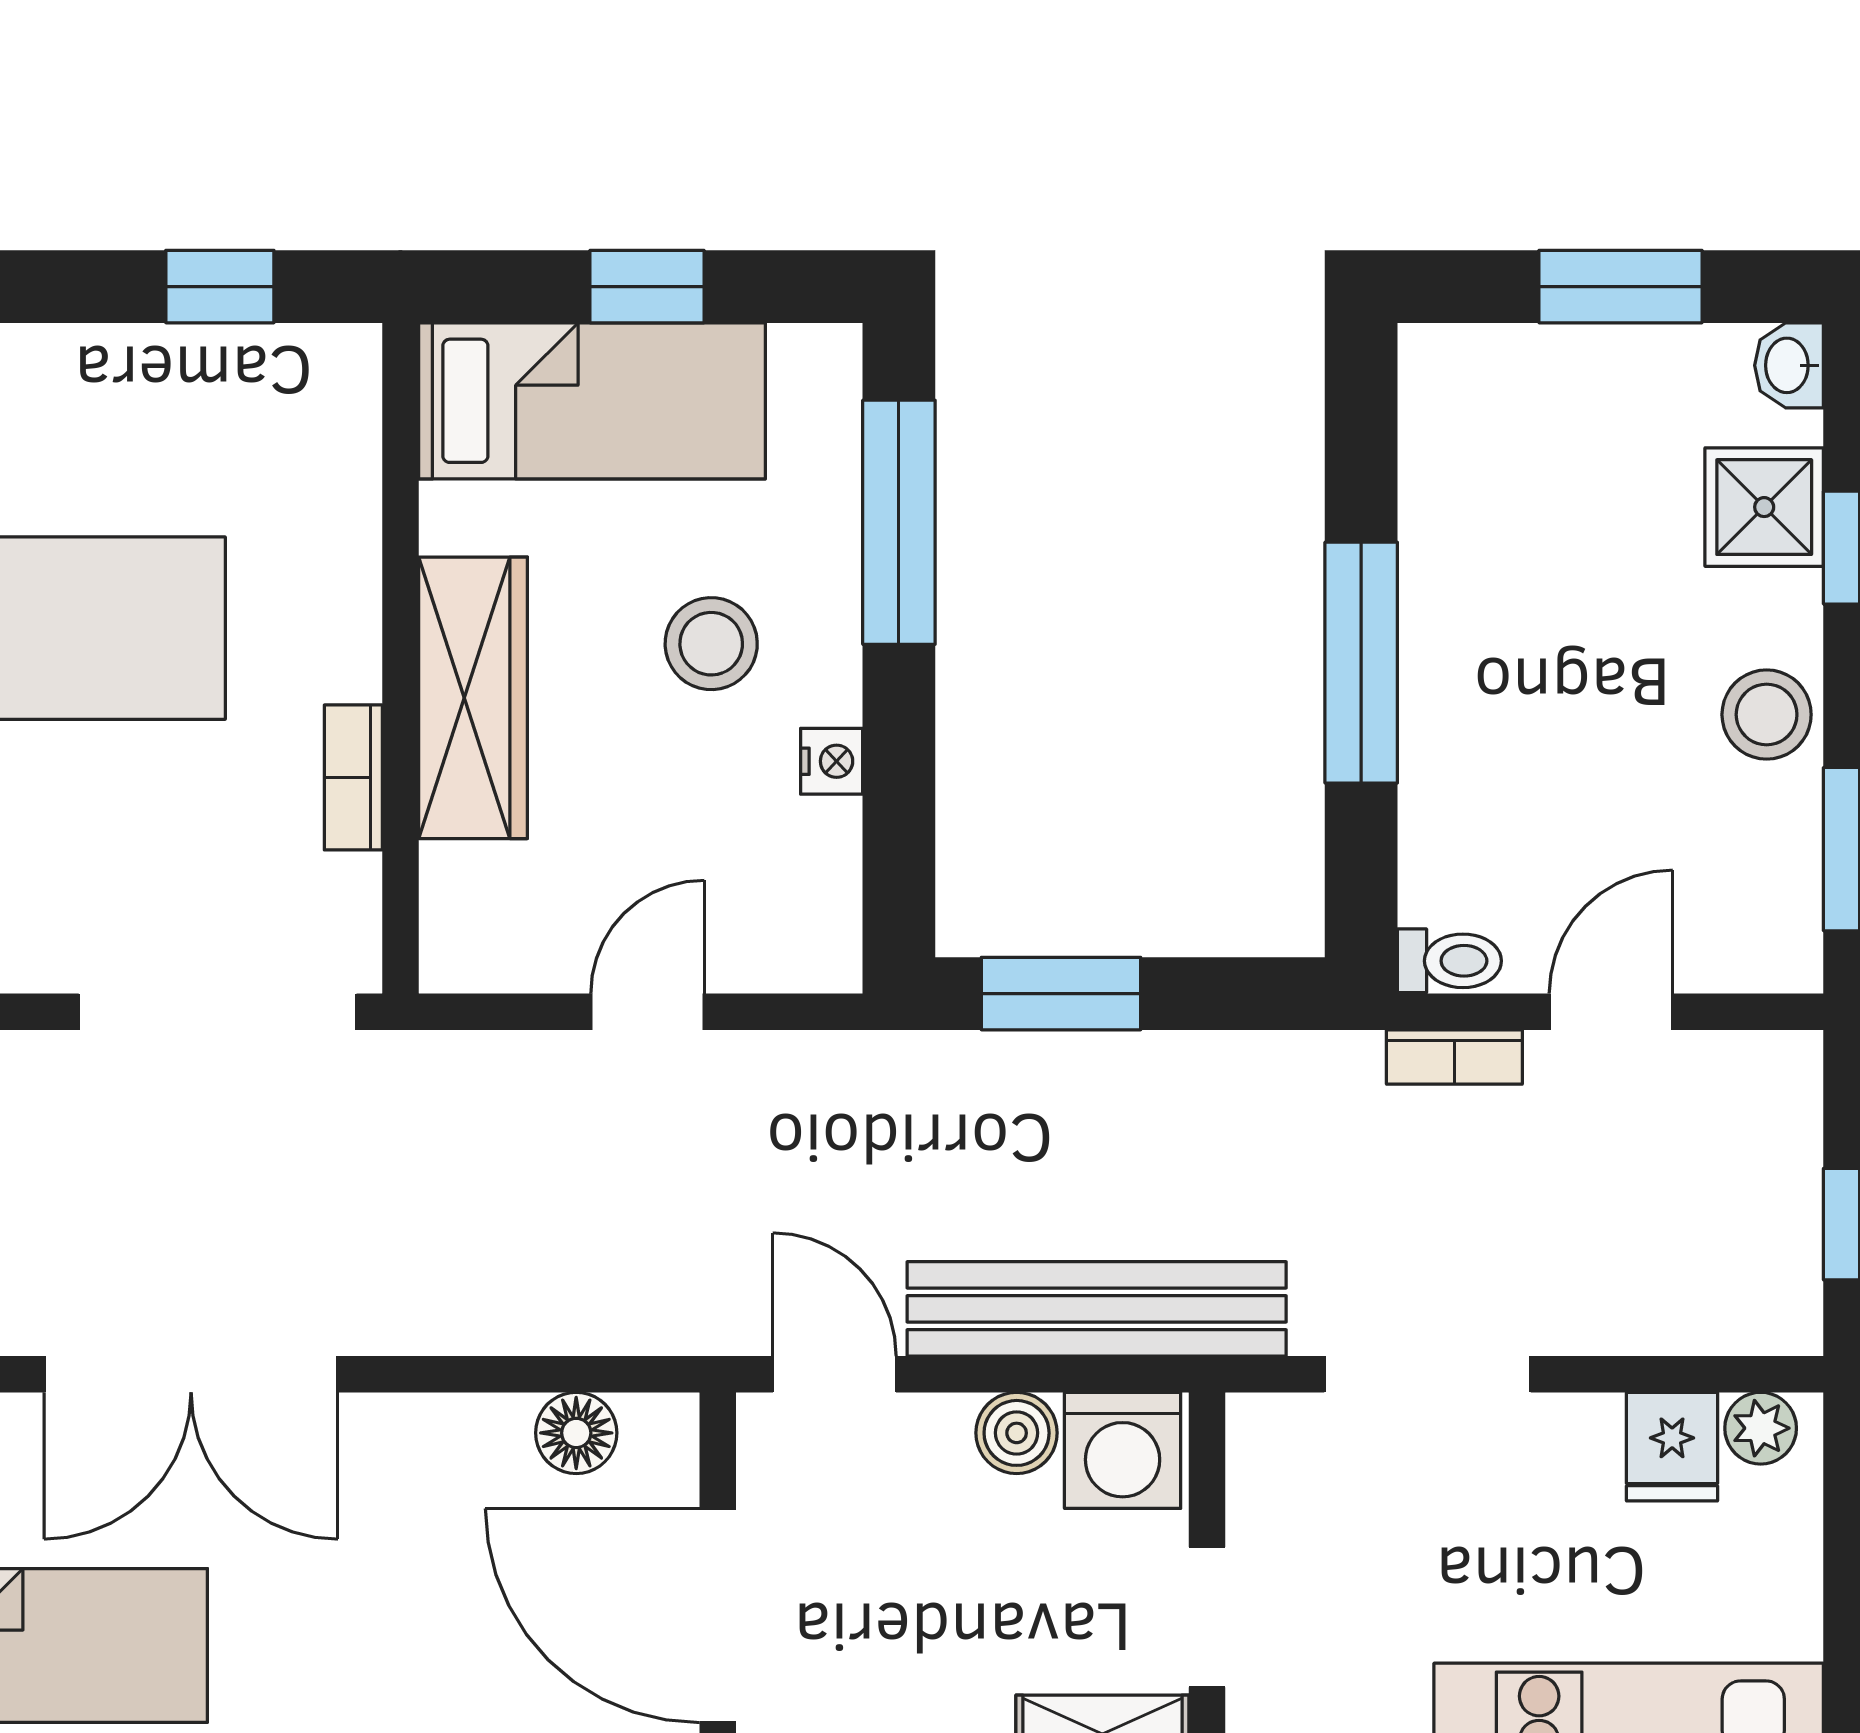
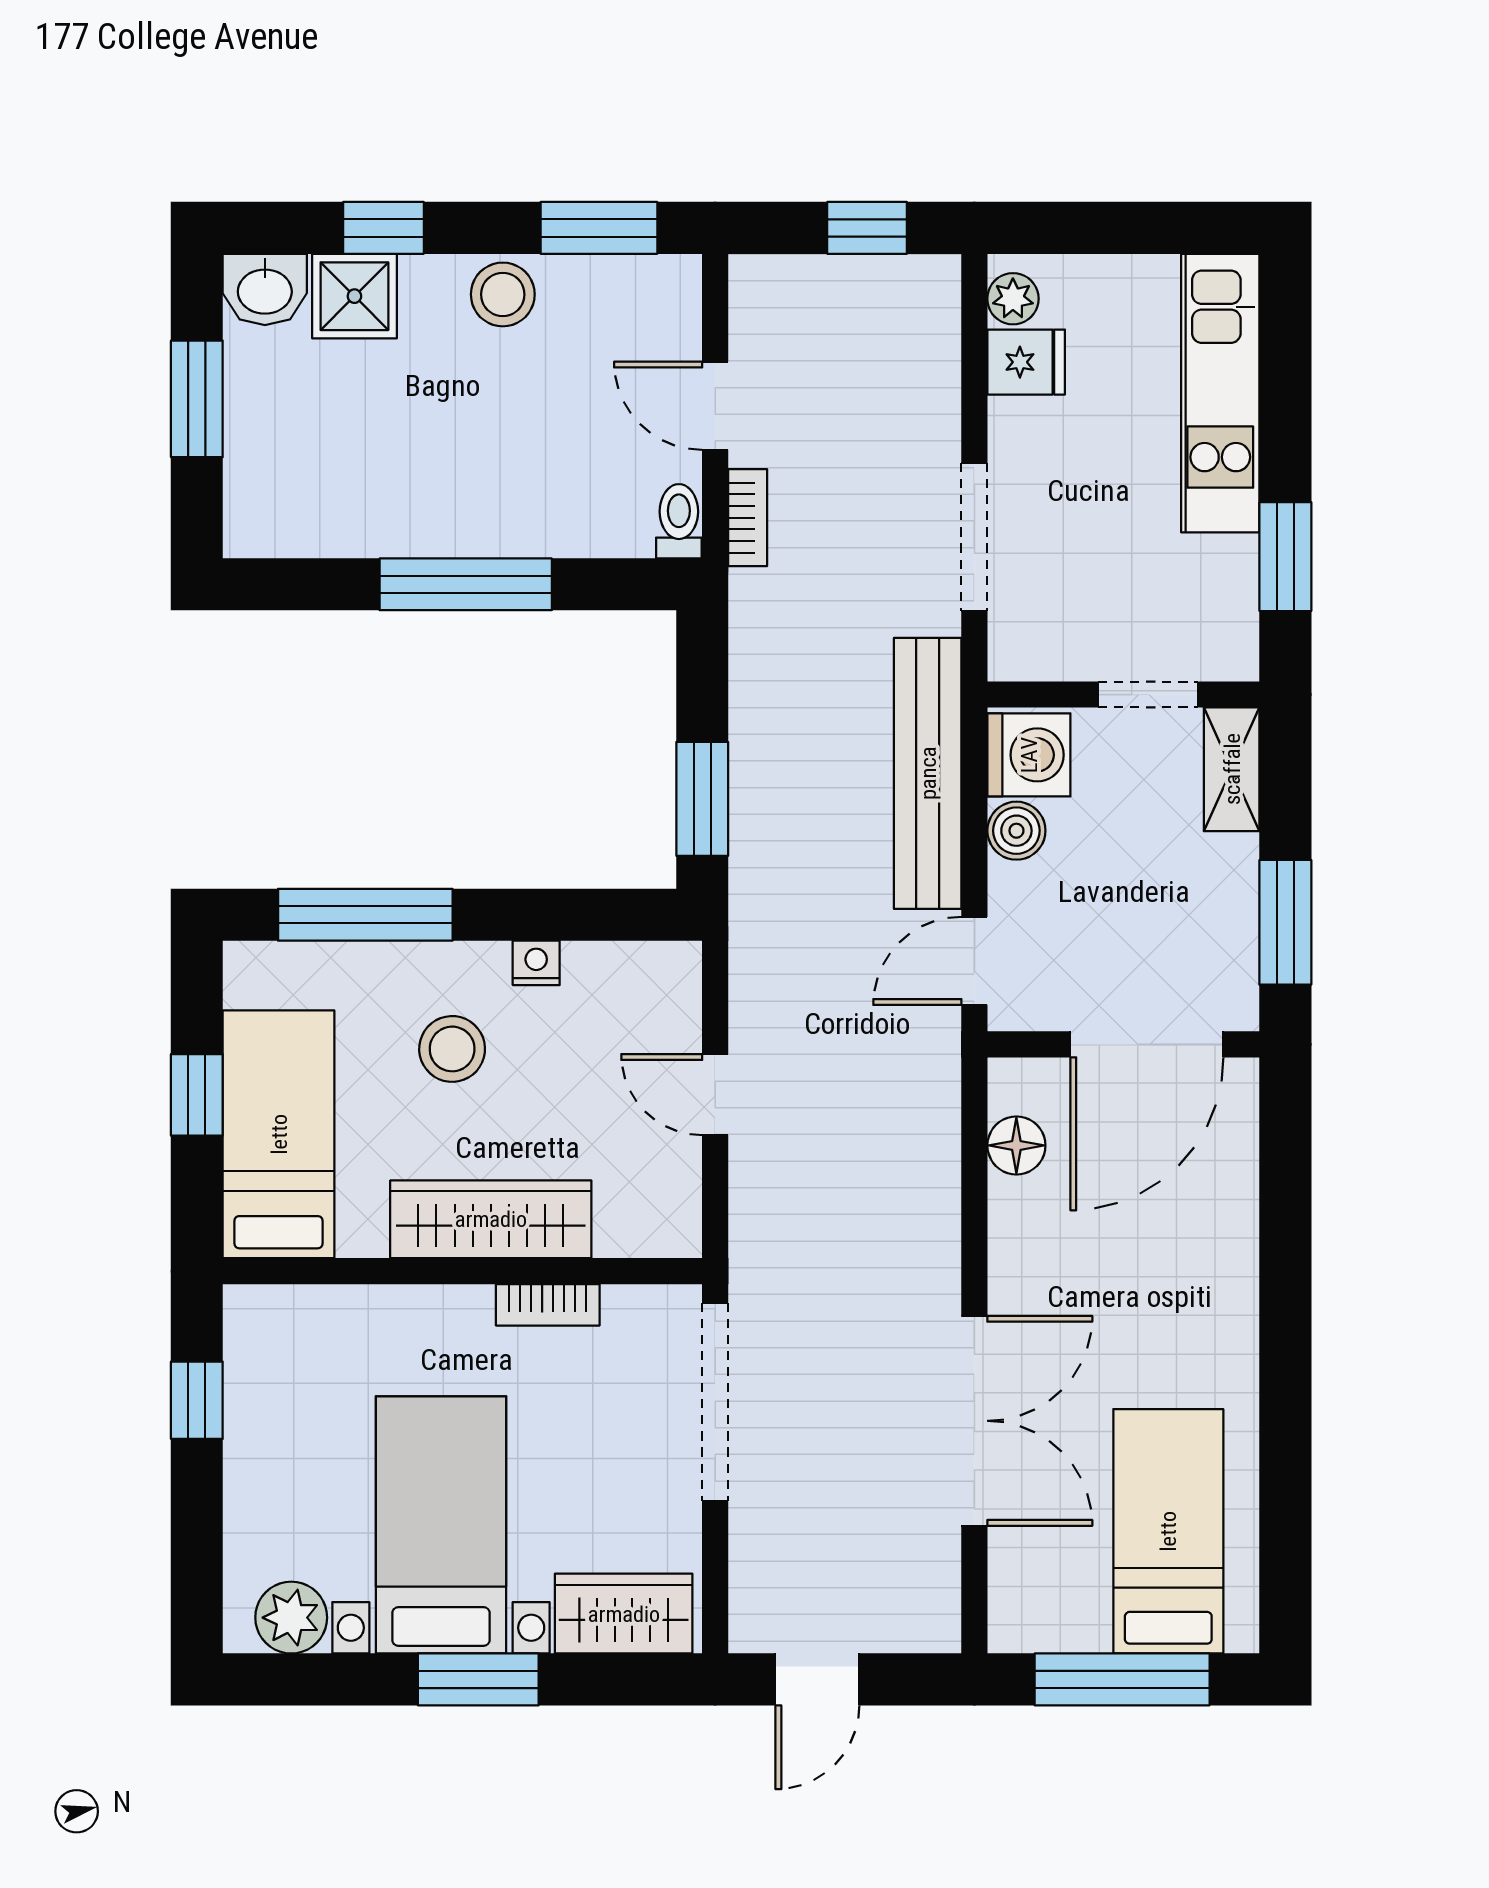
washbasin: (1789, 365) -> (265, 289), width x1.38, depth x1.45

